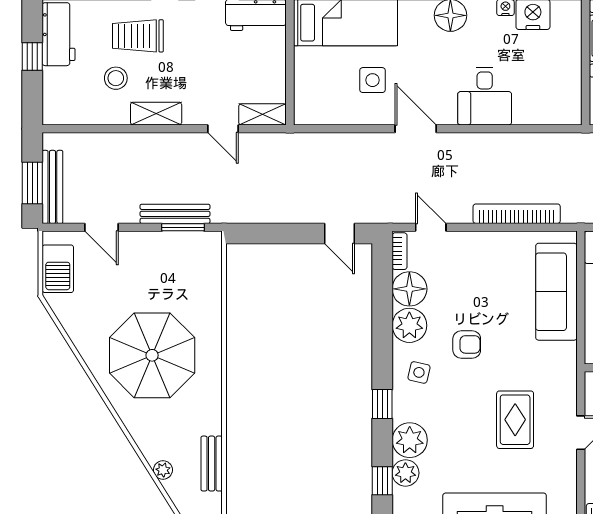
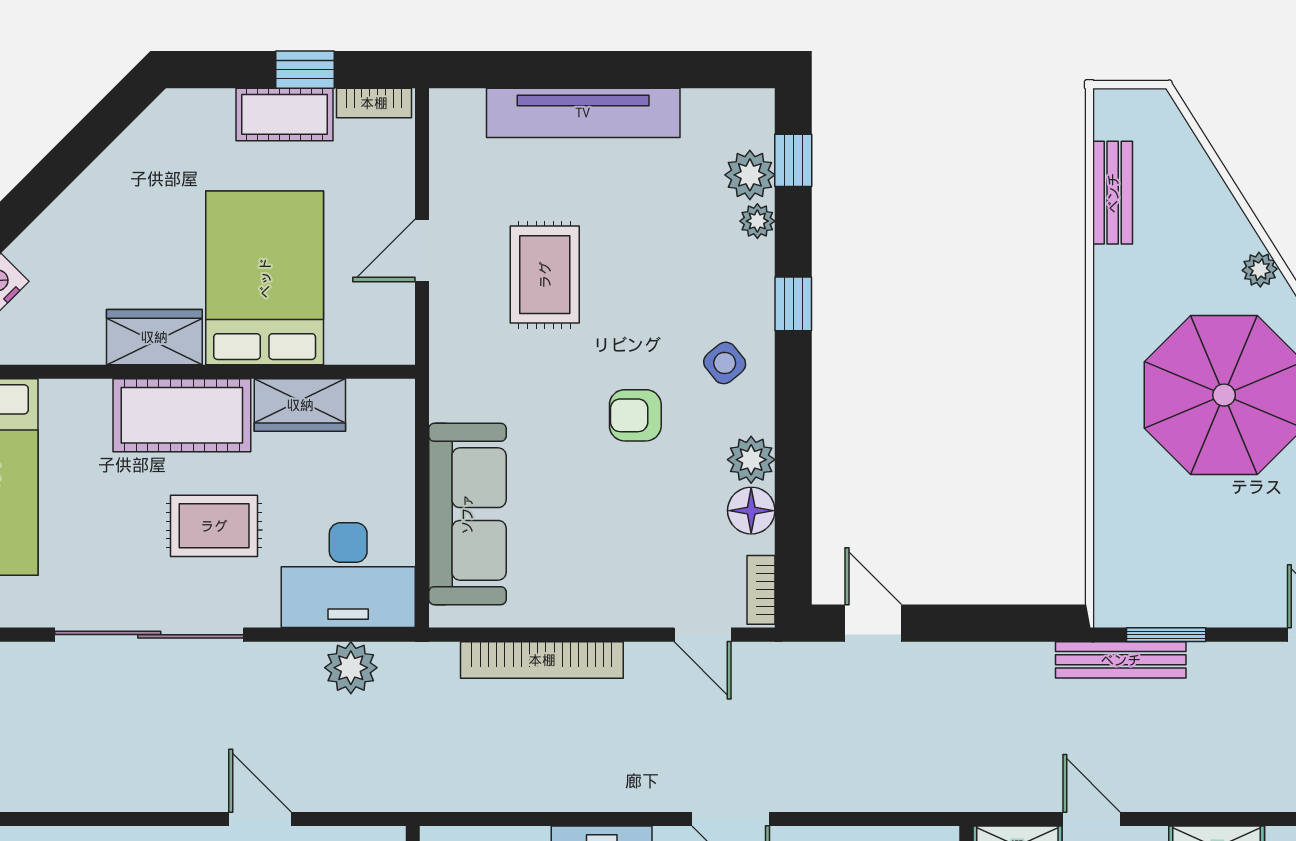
bench: (175, 214) -> (1121, 660), moved
floor lamp: (409, 289) -> (751, 511), width x0.73, depth x0.73
plant: (409, 325) -> (751, 460), width x0.73, depth x0.73
side table: (419, 372) -> (725, 363), turned 38
plant: (410, 440) -> (757, 221), width x0.53, depth x0.53
plant: (163, 470) -> (1260, 270), moved

